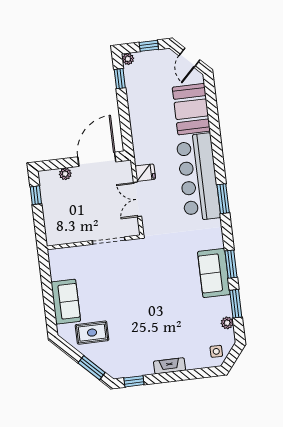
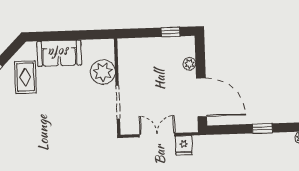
window: (120, 79) -> (262, 128), moved
plant: (81, 258) -> (103, 72), added

